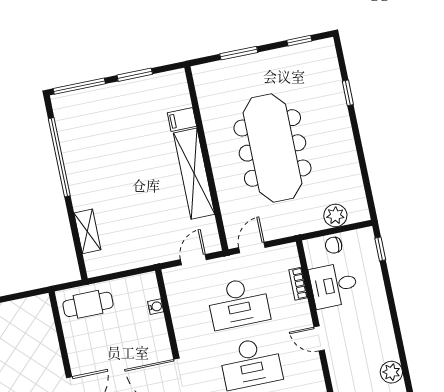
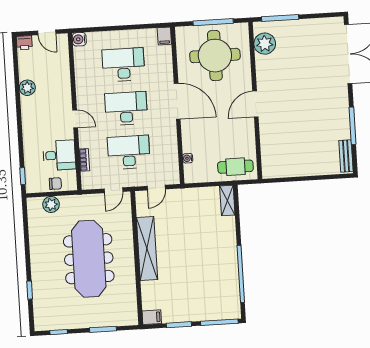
filing cabinet: (182, 119) -> (152, 317), moved
shelving: (87, 231) -> (227, 201), moved

